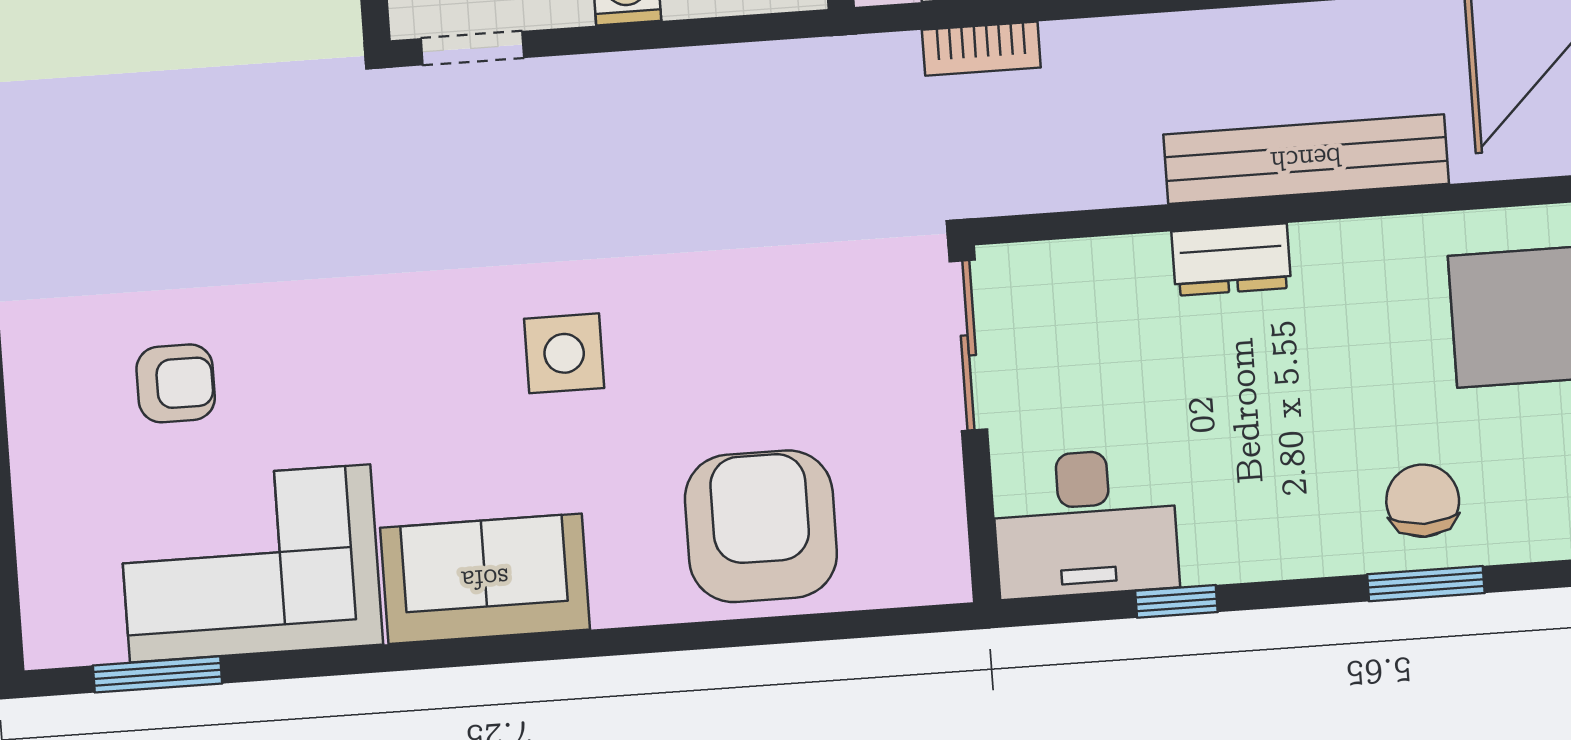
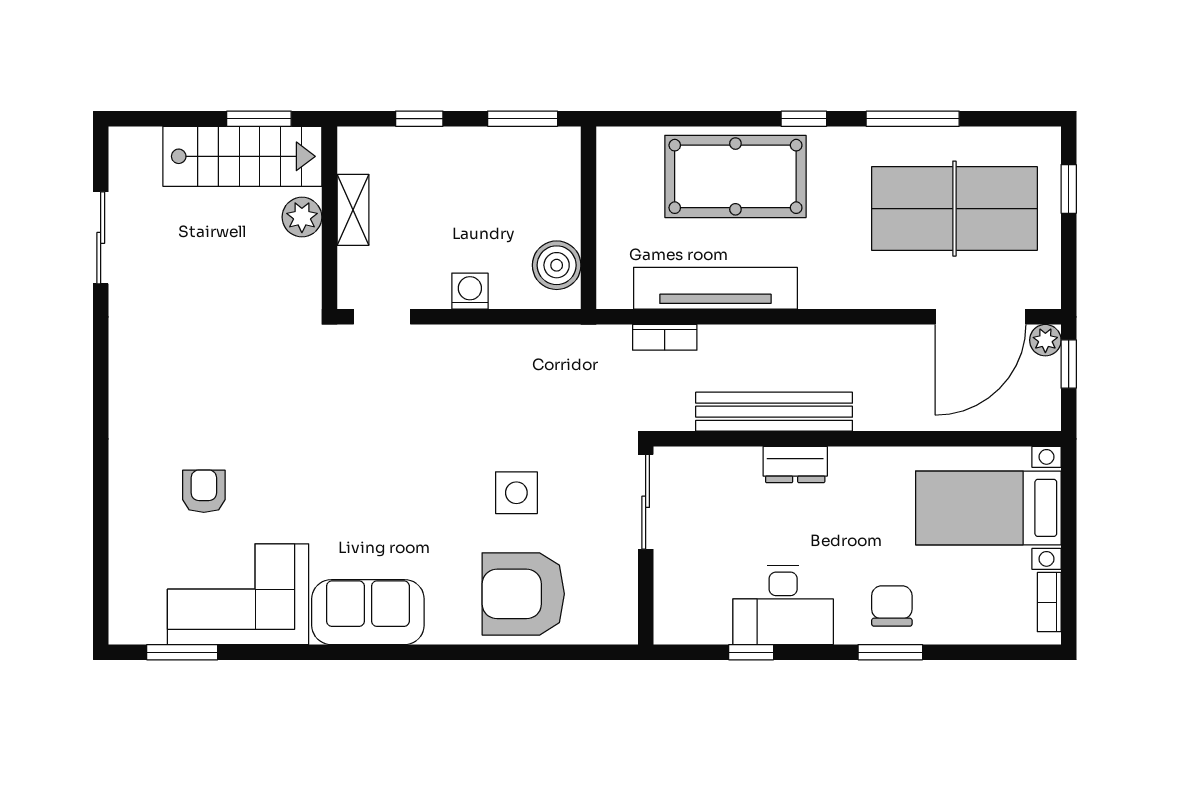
bench: (1306, 159) -> (774, 412), moved
side table: (564, 353) -> (516, 493), moved
armchair: (176, 383) -> (204, 491), turned -90
desk: (1085, 523) -> (783, 605), moved
armchair: (761, 526) -> (523, 594), turned -90

